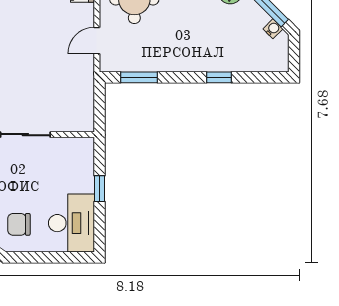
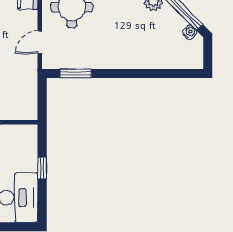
window: (219, 77) -> (144, 74), removed

